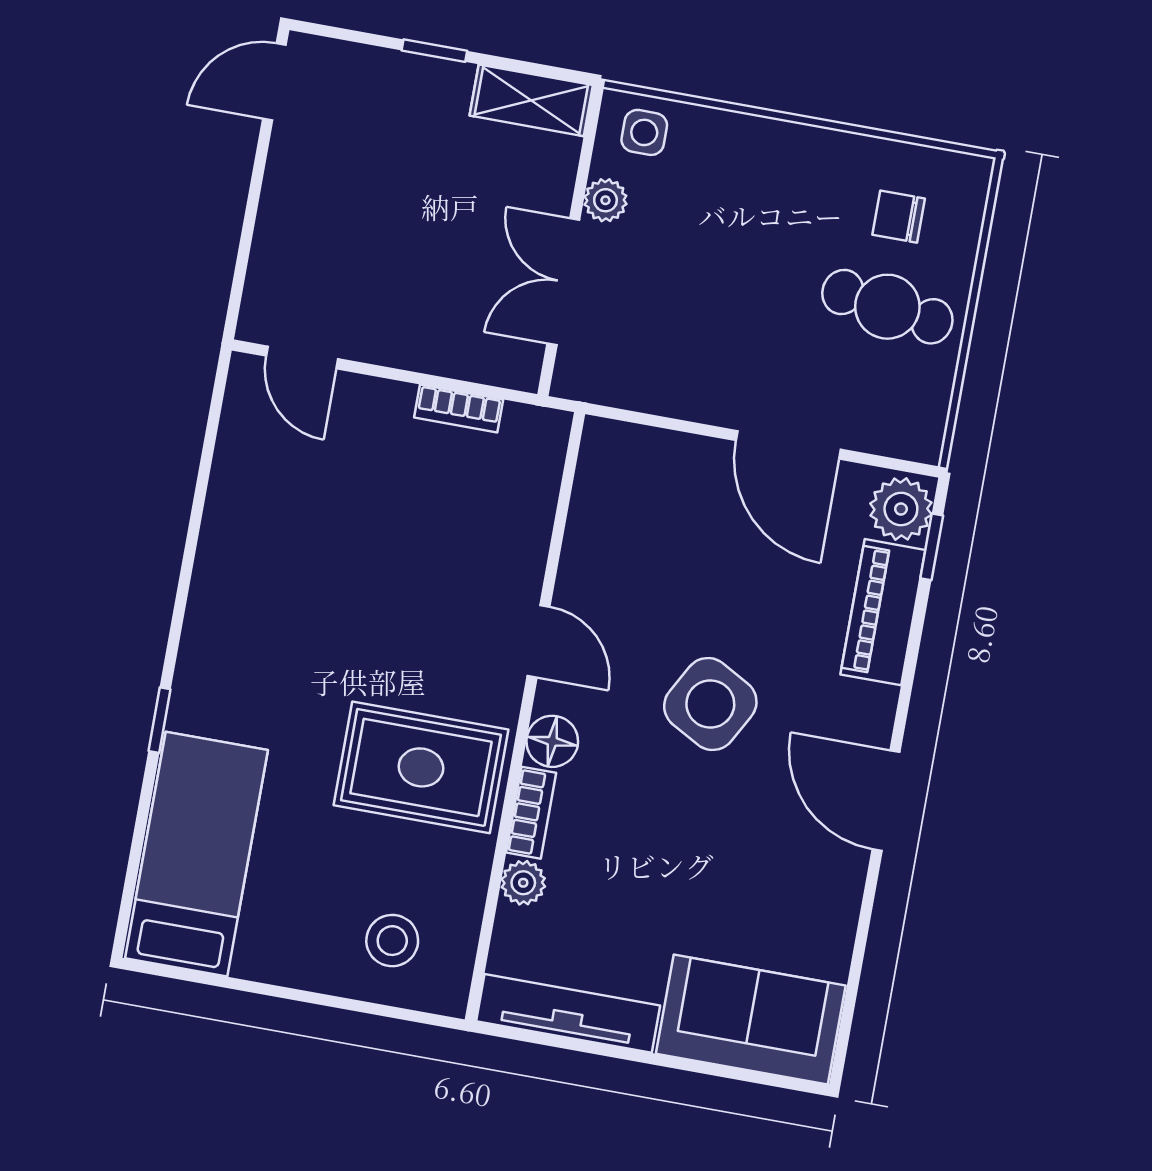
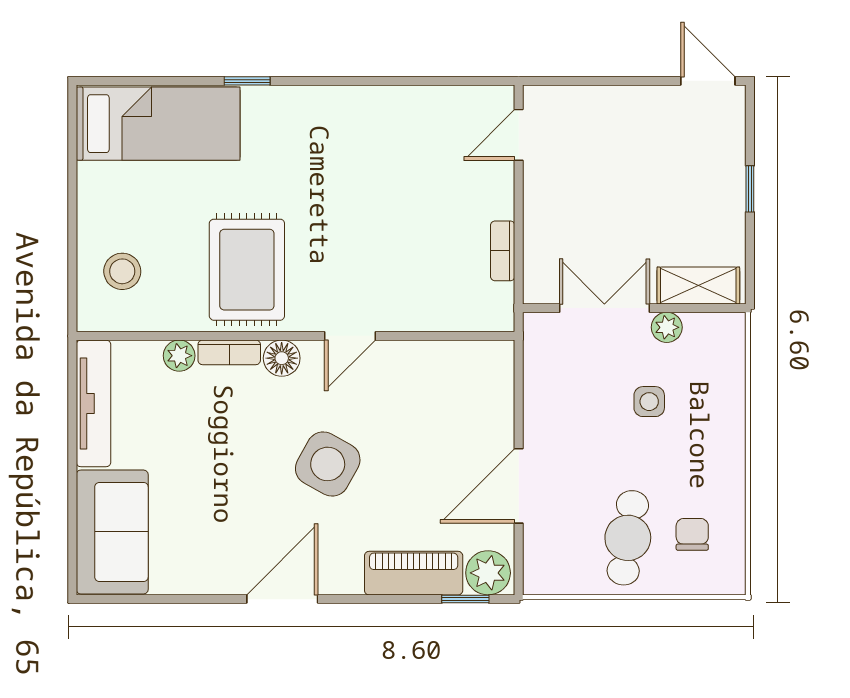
shelving: (531, 100) -> (698, 286), moved, turned 90
side table: (644, 132) -> (649, 402), moved

